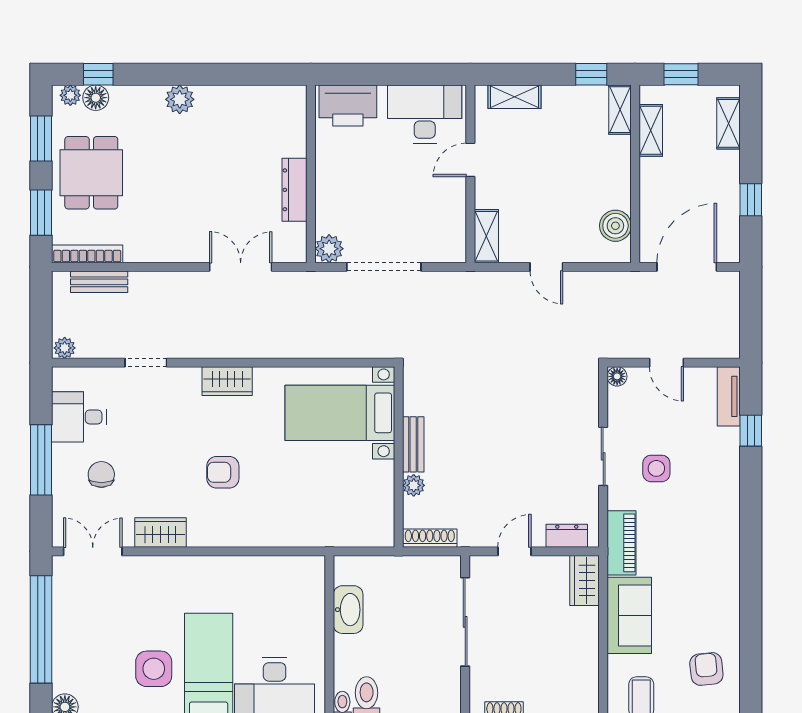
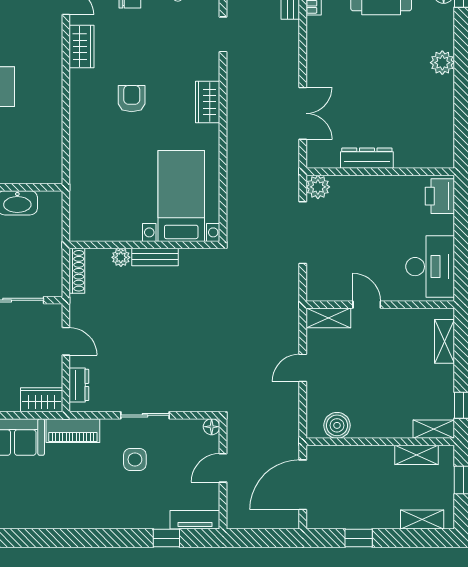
printer: (348, 106) -> (440, 196), width x0.73, depth x0.84
door: (470, 160) -> (367, 305), moved
door: (687, 267) -> (303, 485), swing flipped

